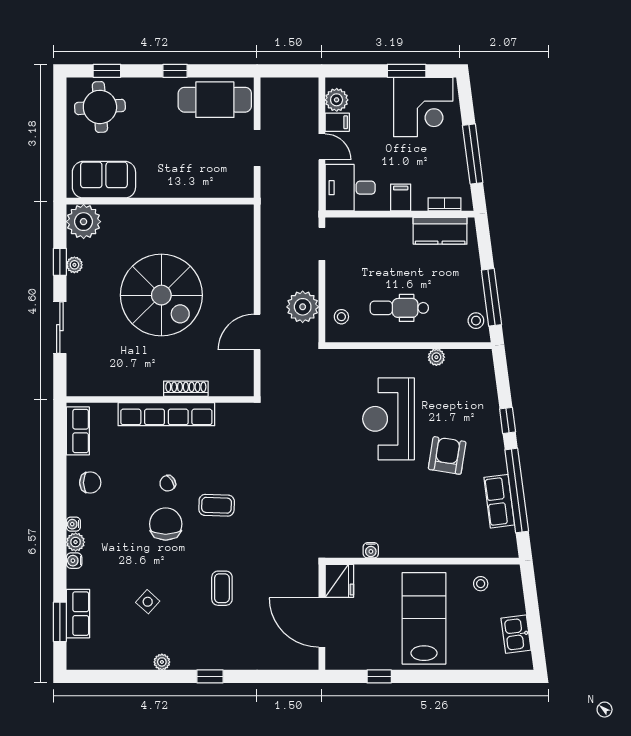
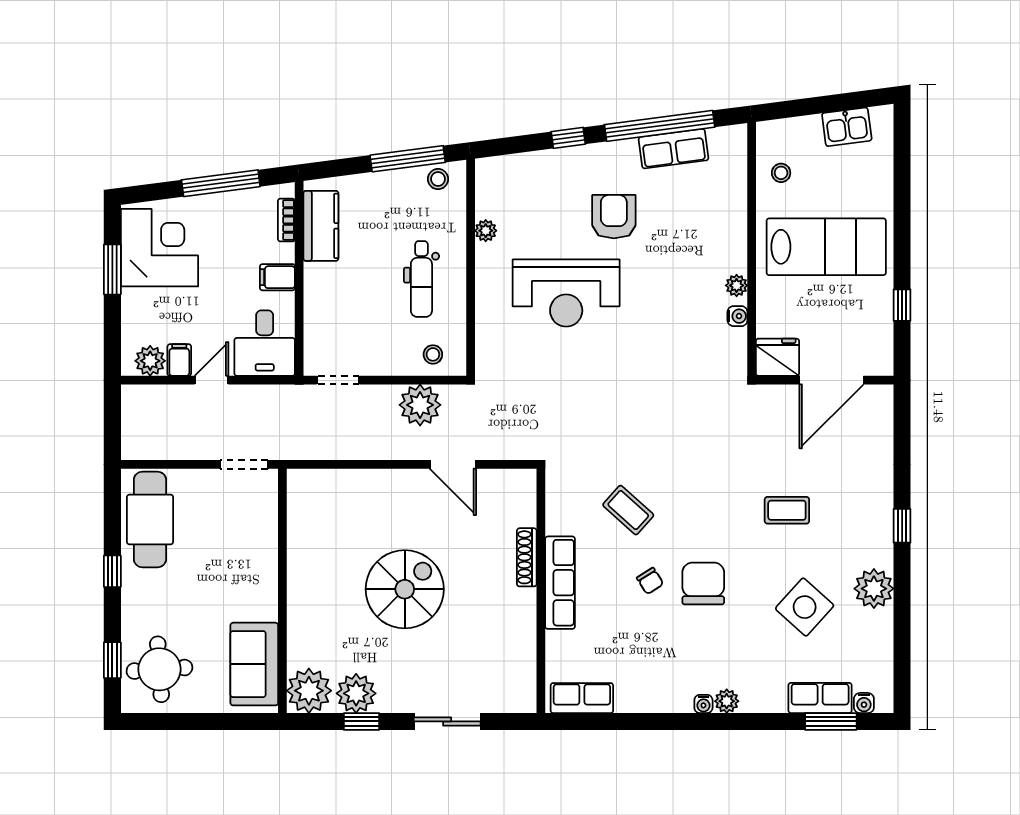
doorway: (257, 148) -> (244, 464), moved
plant: (74, 265) -> (356, 693), width x1.87, depth x1.87
spiral stairs: (161, 295) -> (405, 589), width x0.73, depth x0.73
row of seats: (166, 414) -> (560, 583), width x0.73
armchair: (447, 455) -> (614, 217), turned 81
chair: (90, 483) -> (649, 682), removed
coffee table: (217, 505) -> (628, 510), moved, turned -50
chair: (166, 524) -> (703, 584), turned 90
plant: (394, 550) -> (737, 285), added
water cooler: (74, 561) -> (864, 703), moved
side table: (148, 602) -> (805, 607), width x1.87, depth x1.87
lab bench: (424, 618) -> (826, 247), turned 180
plant: (162, 662) -> (874, 589), width x1.87, depth x1.87

